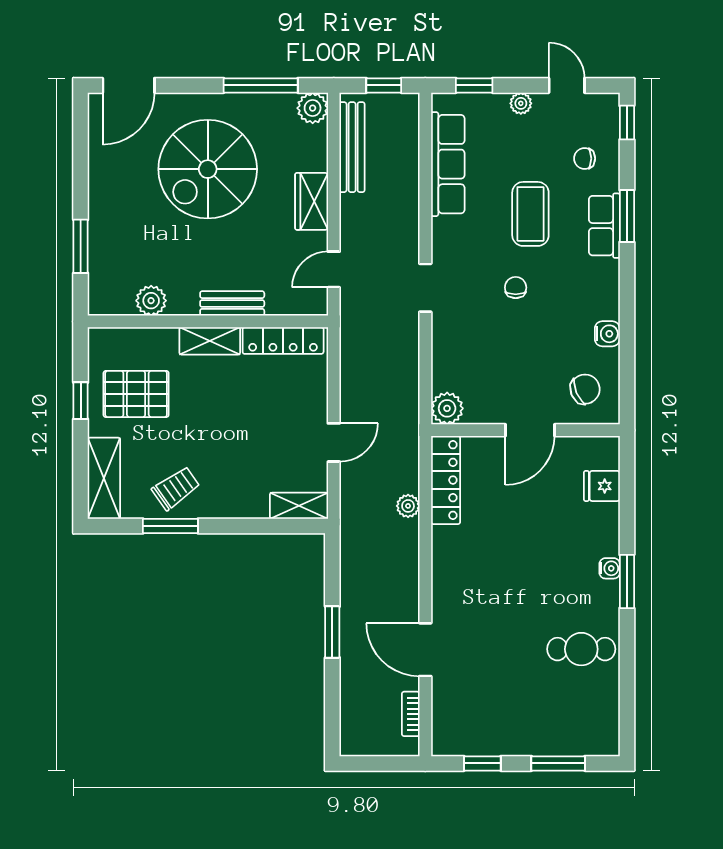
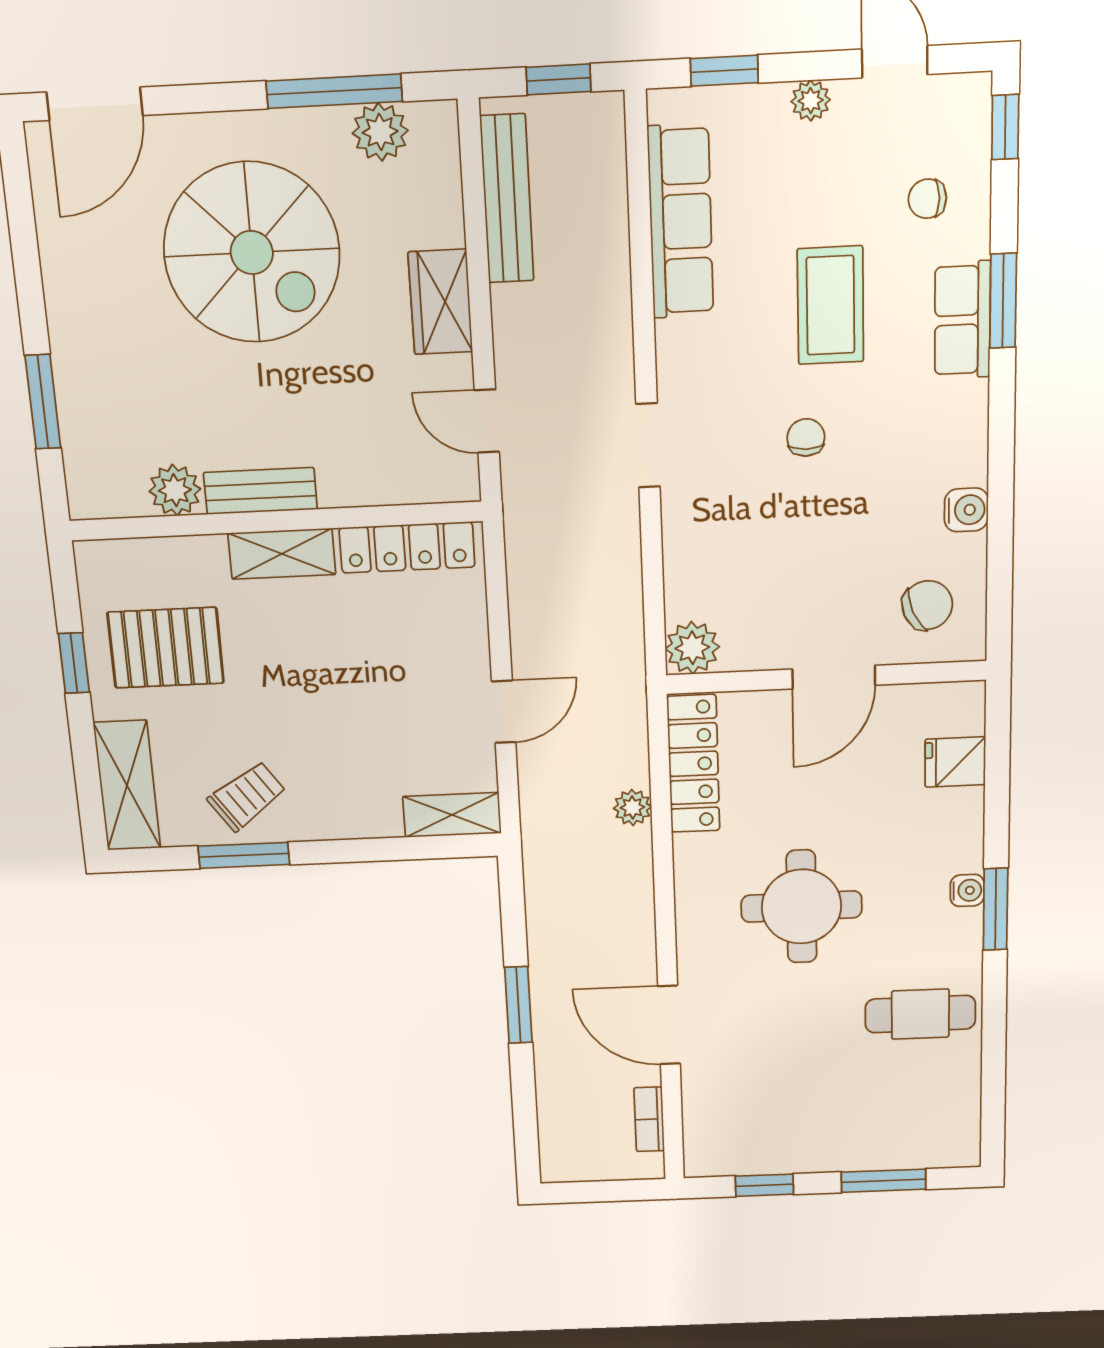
plant: (313, 108) -> (380, 132), moved
spiral stairs: (208, 169) -> (252, 252), turned -90
door: (334, 269) -> (487, 421), hinge flipped
bench: (232, 303) -> (260, 491), moved
round table: (509, 574) -> (801, 907), added

